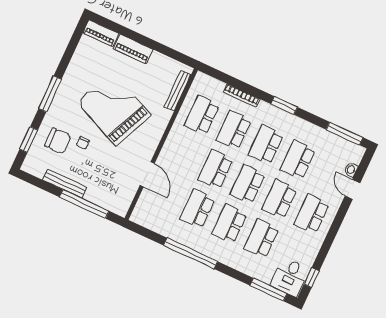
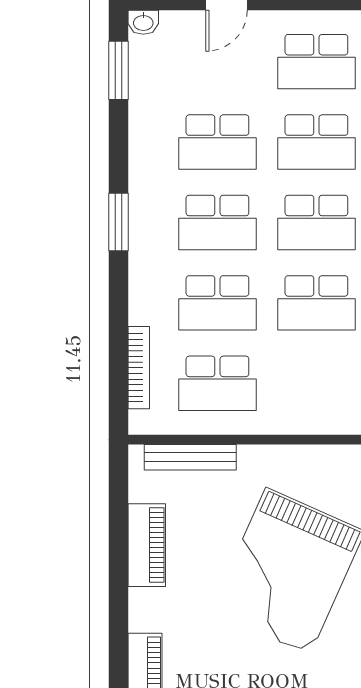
piano: (133, 49) -> (147, 545), moved
bookcase: (242, 95) -> (139, 368), moved
window: (345, 134) -> (119, 70), width x0.69
washbasin: (351, 170) -> (143, 22), moved

